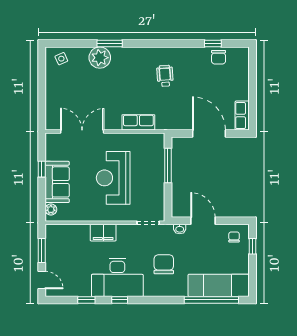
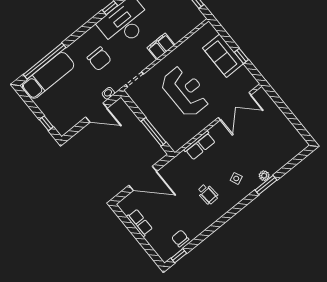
window: (213, 44) -> (179, 256), moved
plant: (100, 58) -> (264, 176), width x0.53, depth x0.53
side table: (61, 59) -> (236, 178), moved
row of seats: (242, 116) -> (140, 223), moved
plant: (51, 209) -> (212, 32), removed
chair: (234, 237) -> (65, 119), removed

